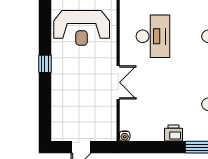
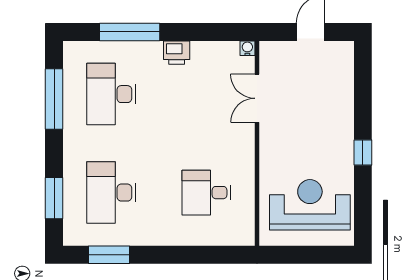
desk: (153, 36) -> (206, 193), width x0.73
double door: (118, 82) -> (257, 98), moved

